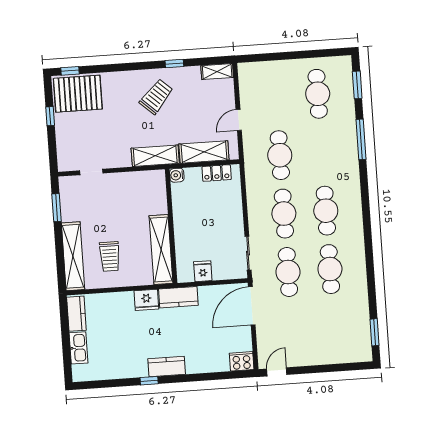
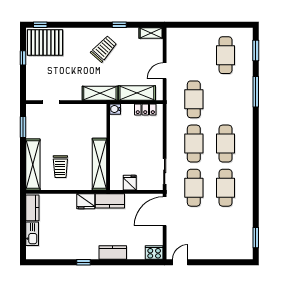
kitchen counter: (167, 367) -> (113, 252), moved

